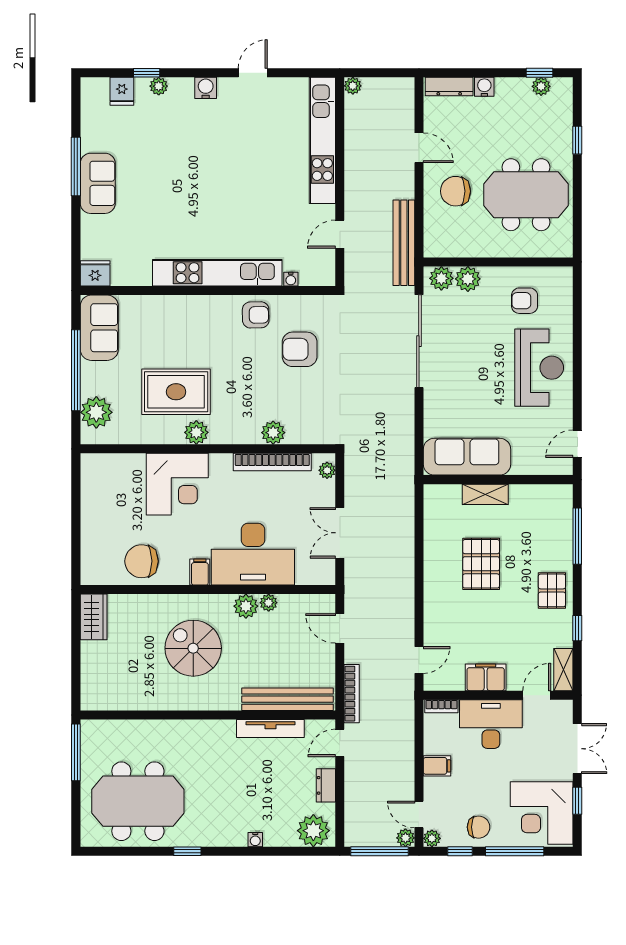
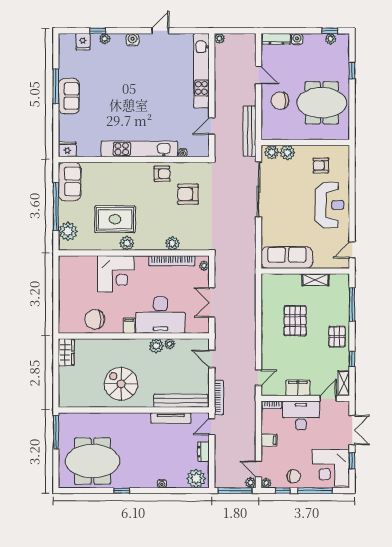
shelving: (485, 494) -> (315, 280), moved
spiral stairs: (193, 648) -> (121, 384), moved

